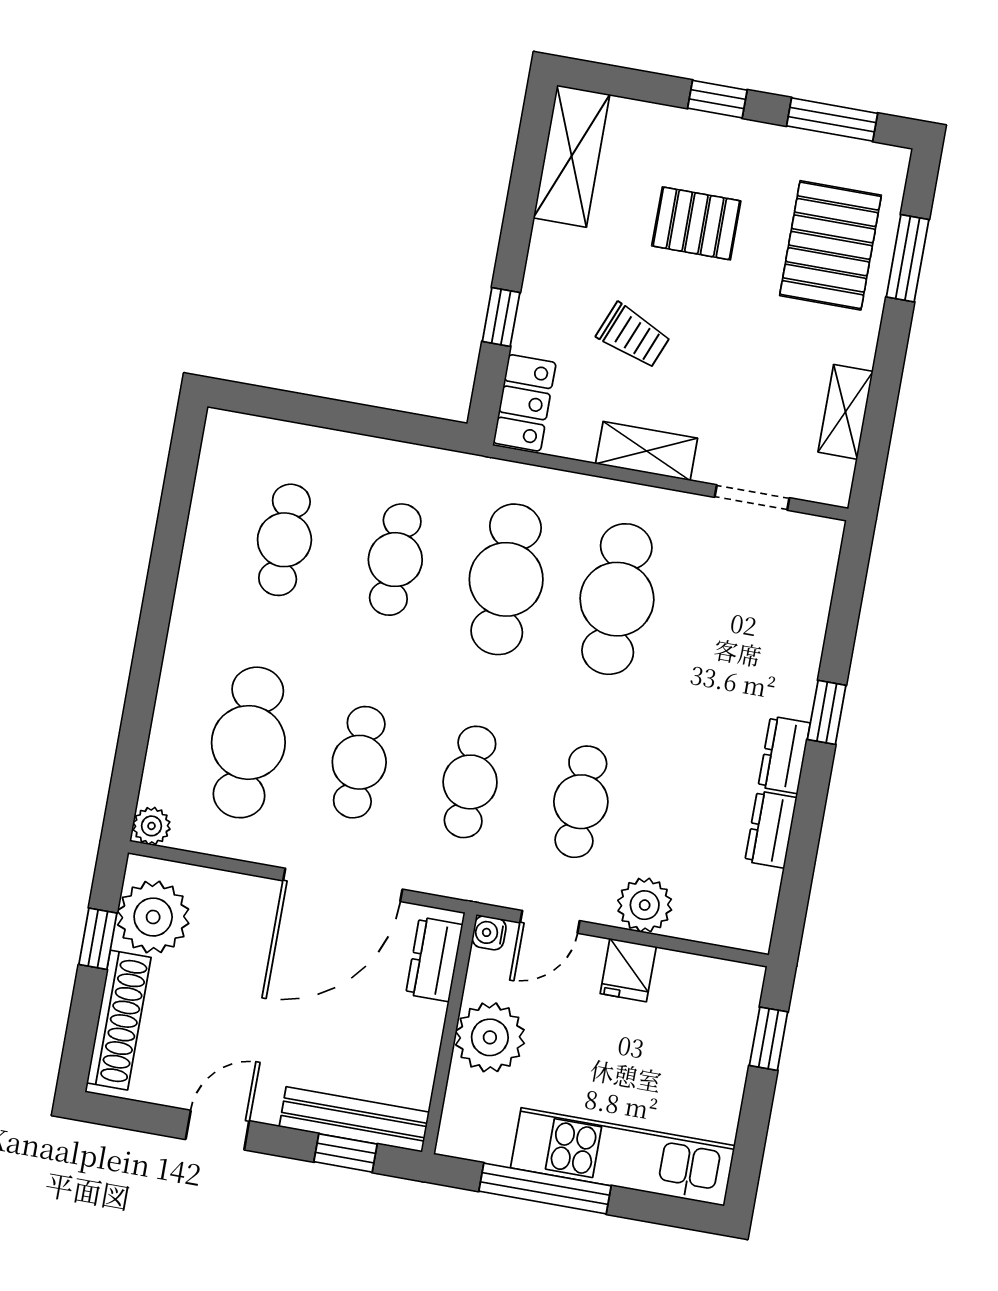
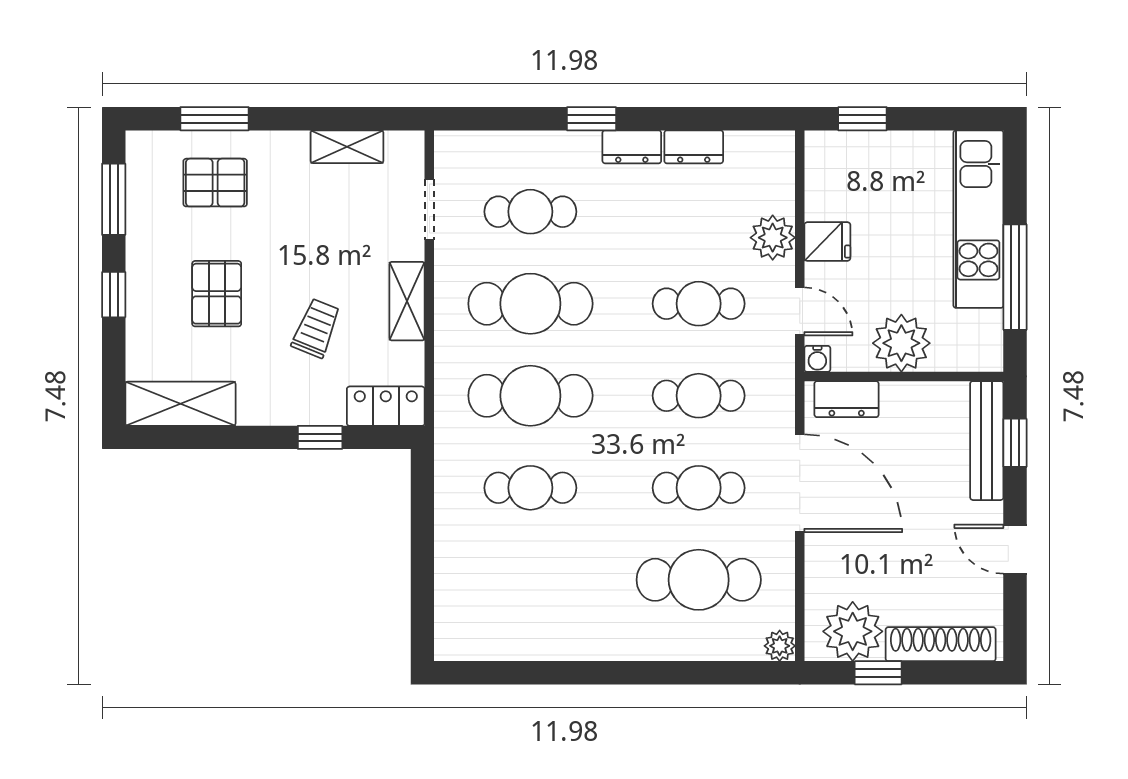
pallet: (830, 245) -> (215, 183), width x0.67, depth x0.71
cafe table: (284, 540) -> (530, 212), moved

